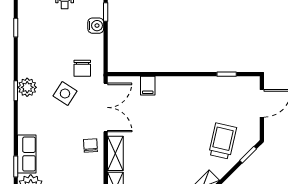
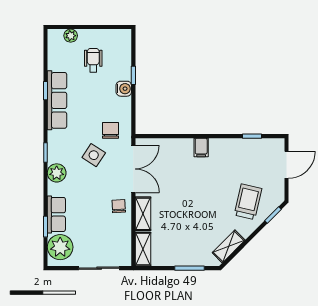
row of seats: (28, 38) -> (57, 100), added
chair: (82, 68) -> (111, 130), turned 180
filing cabinet: (148, 86) -> (201, 147), moved
plant: (27, 87) -> (57, 173), moved

